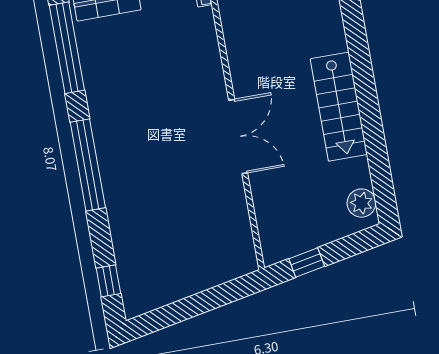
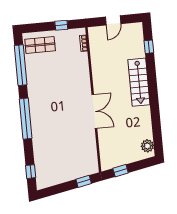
stairs: (339, 107) -> (139, 82), moved
window: (227, 293) -> (84, 181), added

